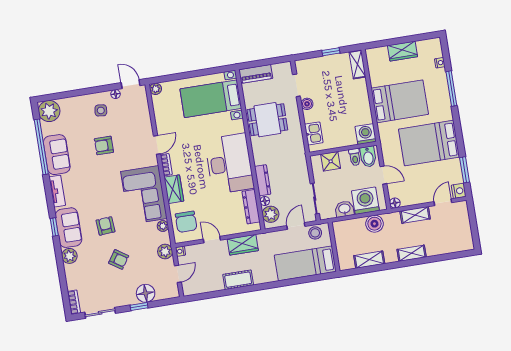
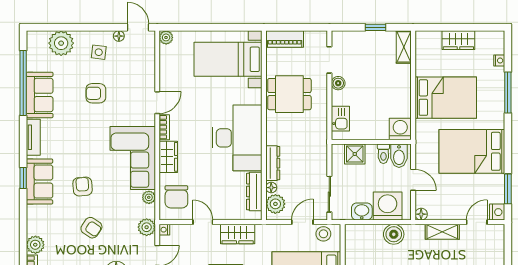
plant: (49, 111) -> (61, 43), moved
plant: (69, 256) -> (35, 245), moved

